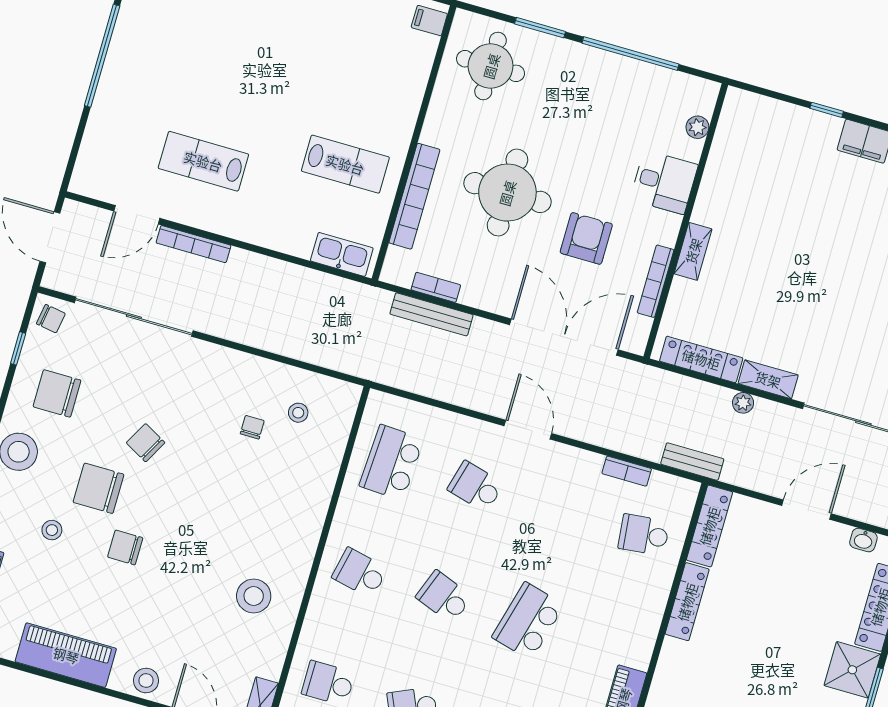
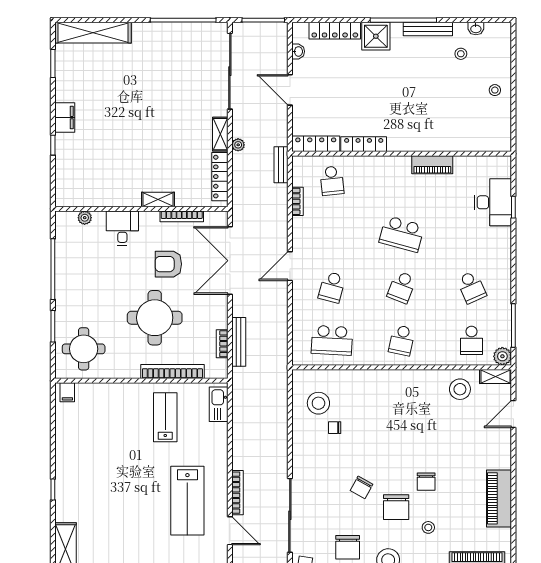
lab bench: (203, 161) -> (187, 501), width x1.36, depth x1.39
stool: (298, 413) -> (318, 403), width x1.89, depth x1.89
stool: (254, 596) -> (460, 389), moved
stool: (146, 681) -> (500, 447), removed

